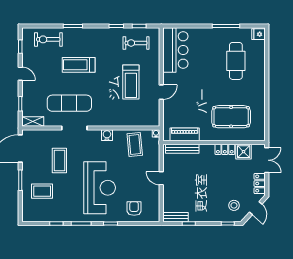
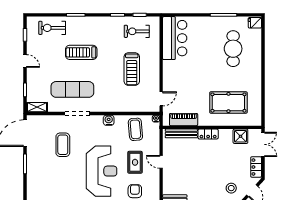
door: (161, 92) -> (161, 99), moved
locker: (225, 149) -> (208, 134), moved
rug: (42, 191) -> (135, 162), moved, turned 90

